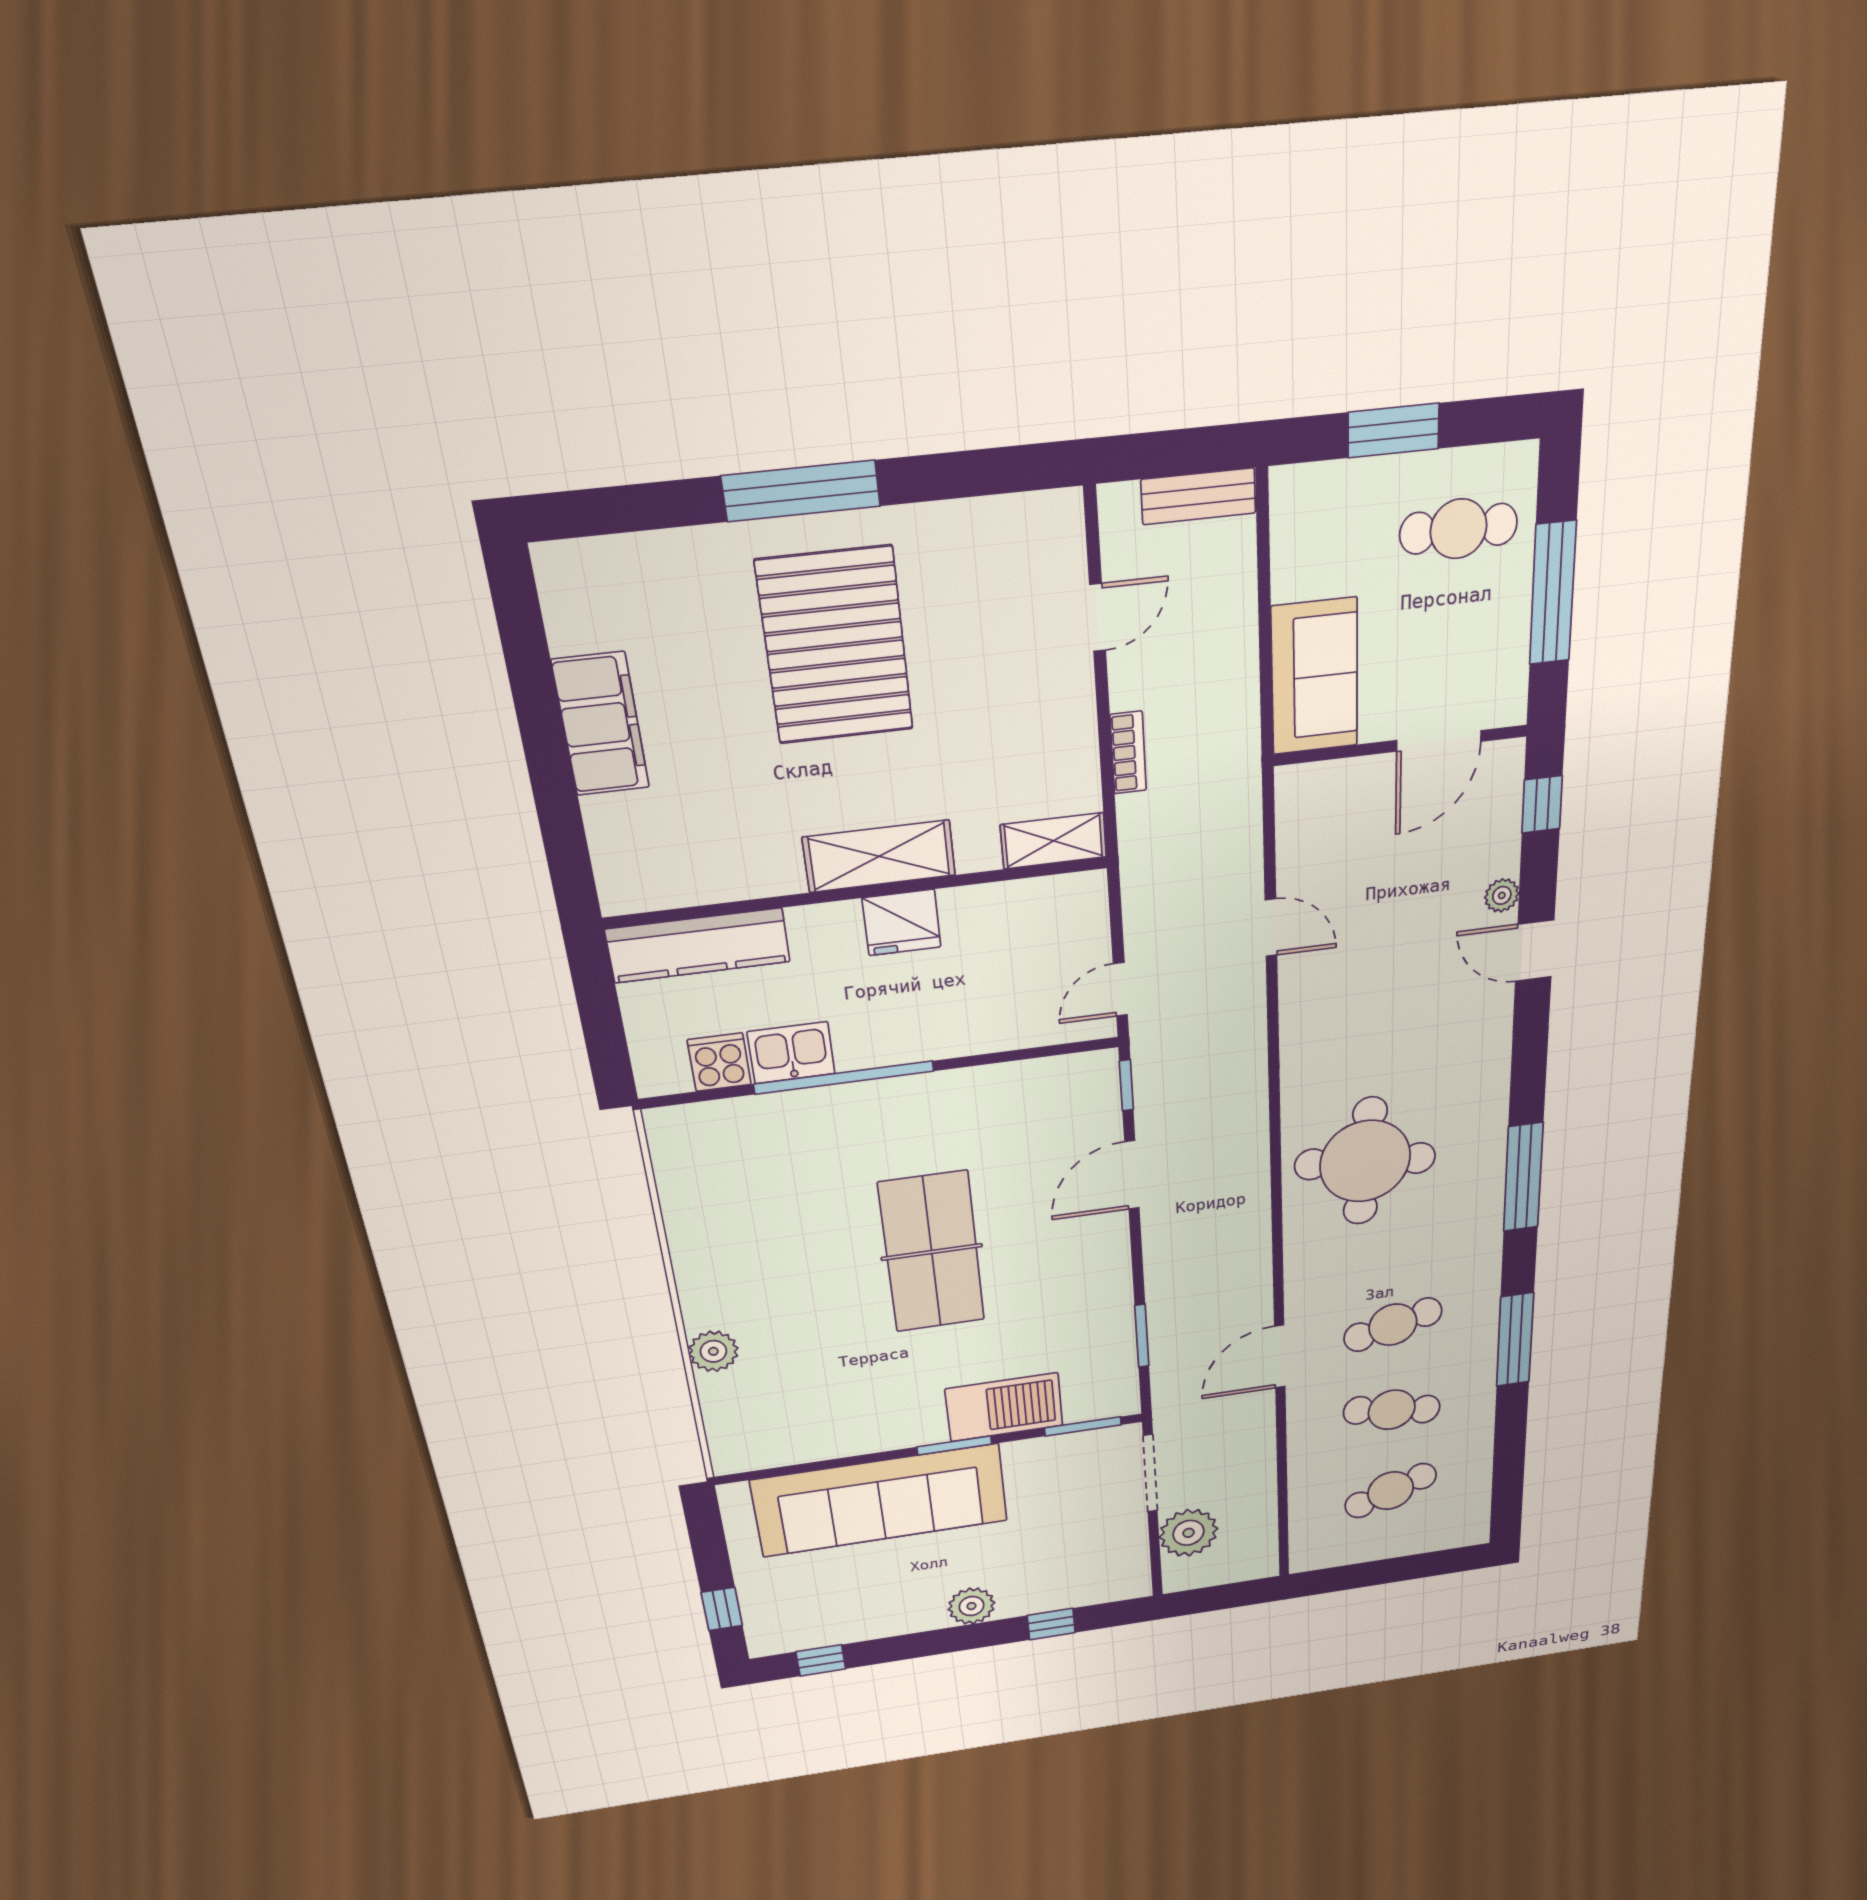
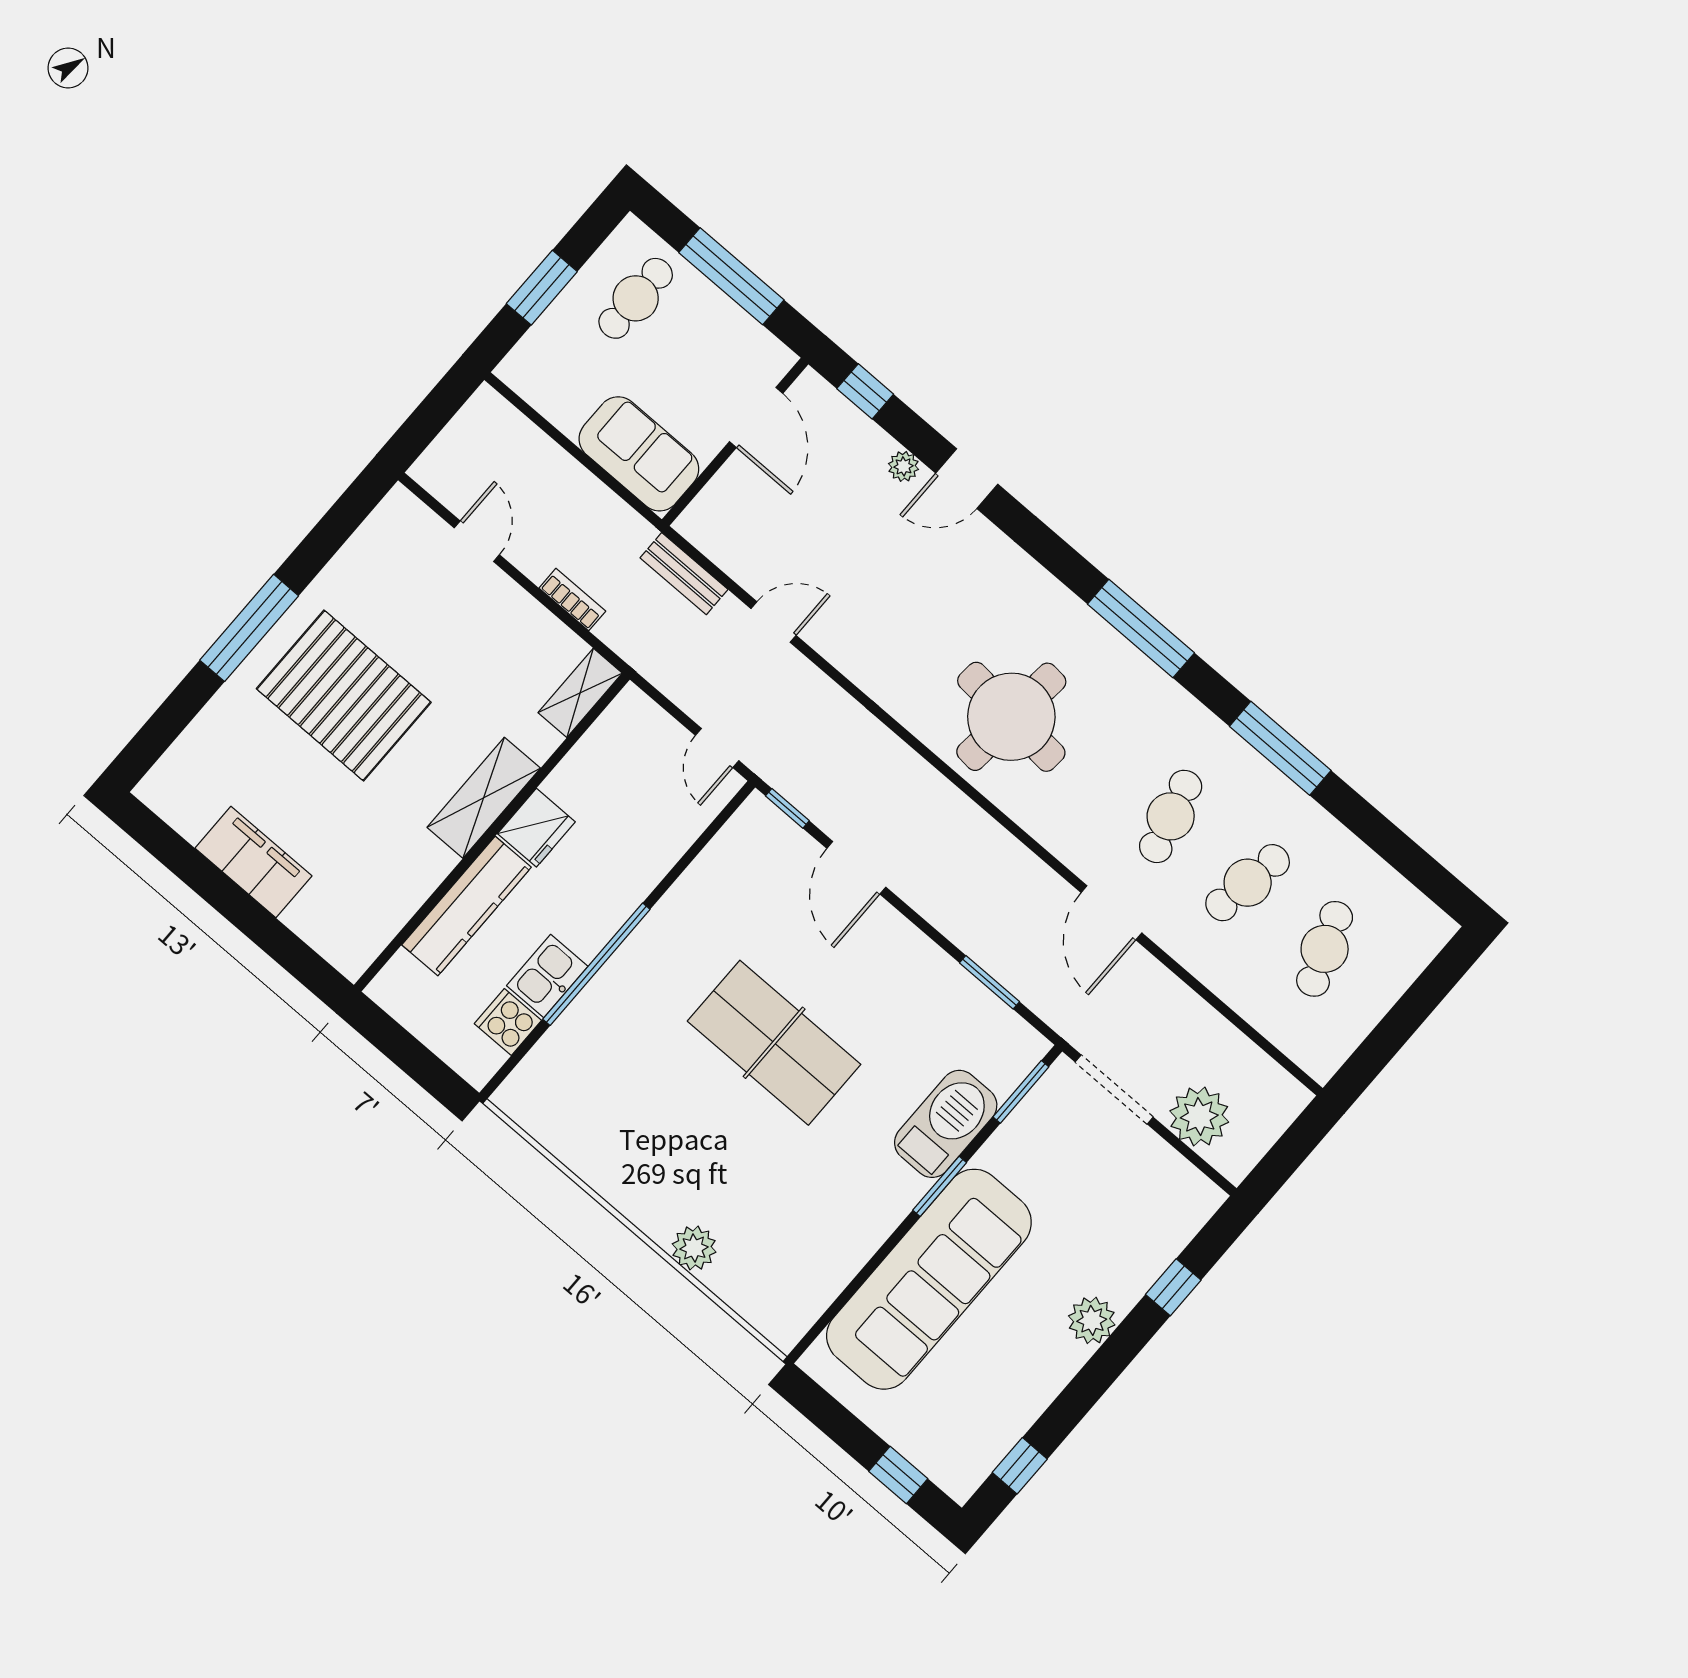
bench: (1198, 496) -> (684, 574), moved, turned 90
kitchen counter: (698, 945) -> (467, 906), moved

